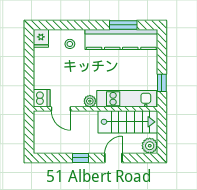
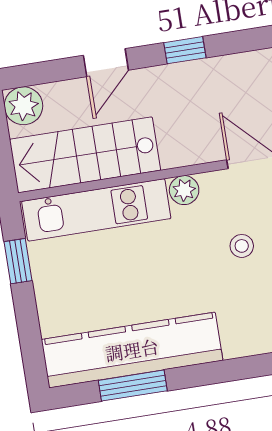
stool: (70, 44) -> (242, 246), moved

